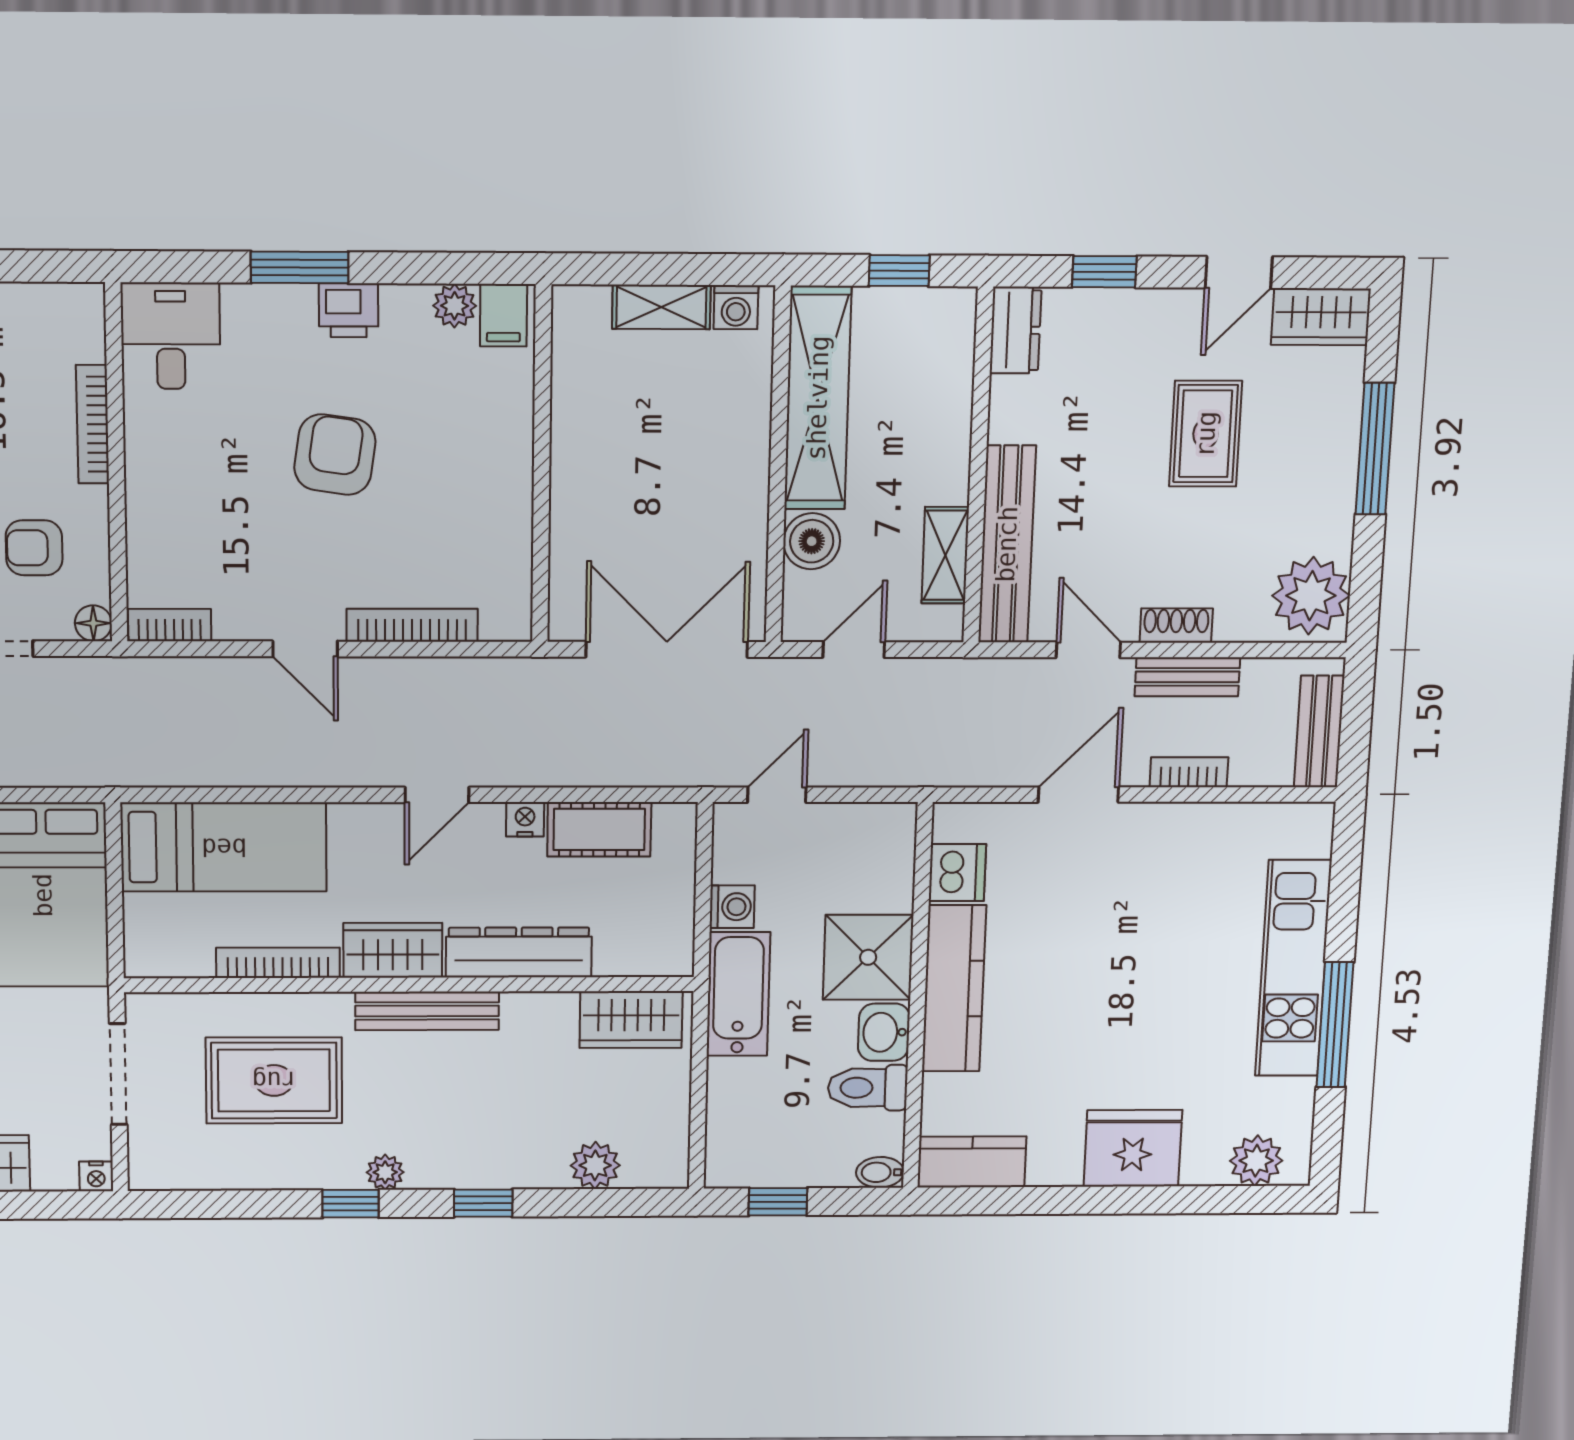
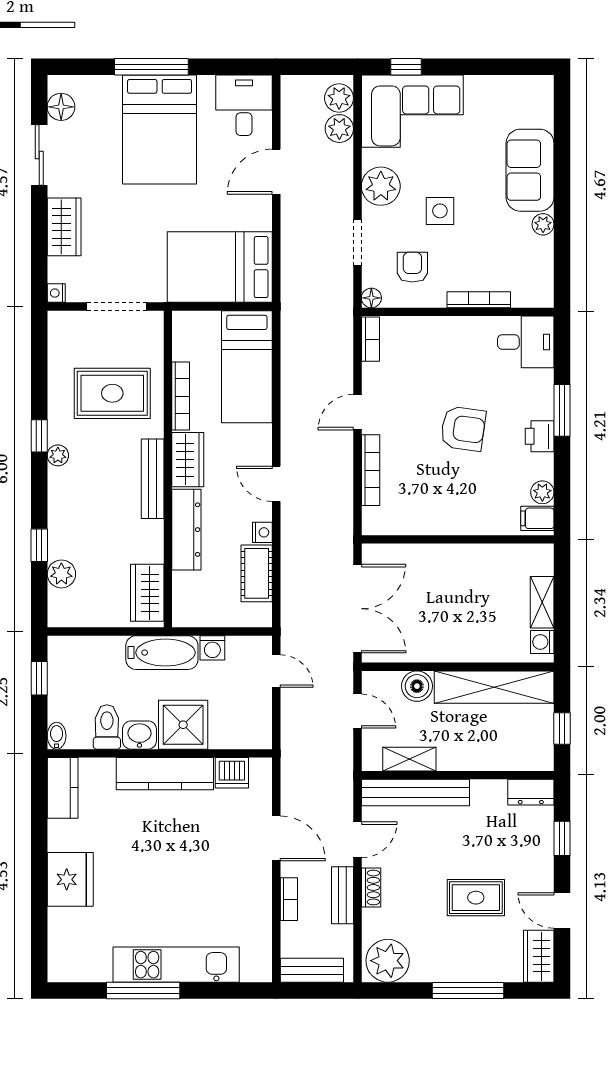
rug: (274, 1080) -> (112, 393), turned 90
plant: (1256, 1161) -> (63, 951), removed
window: (483, 1203) -> (39, 545), moved

